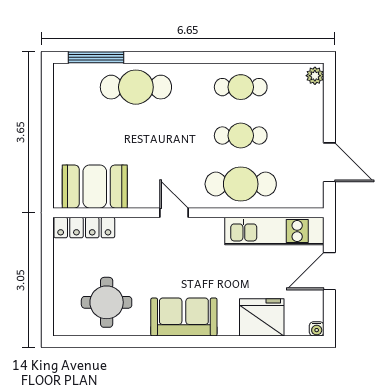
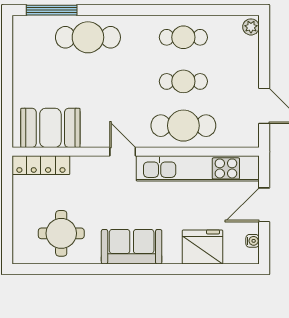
kitchen unit: (274, 231) -> (198, 168), width x1.36
water cooler: (317, 329) -> (253, 241), moved, turned -90

